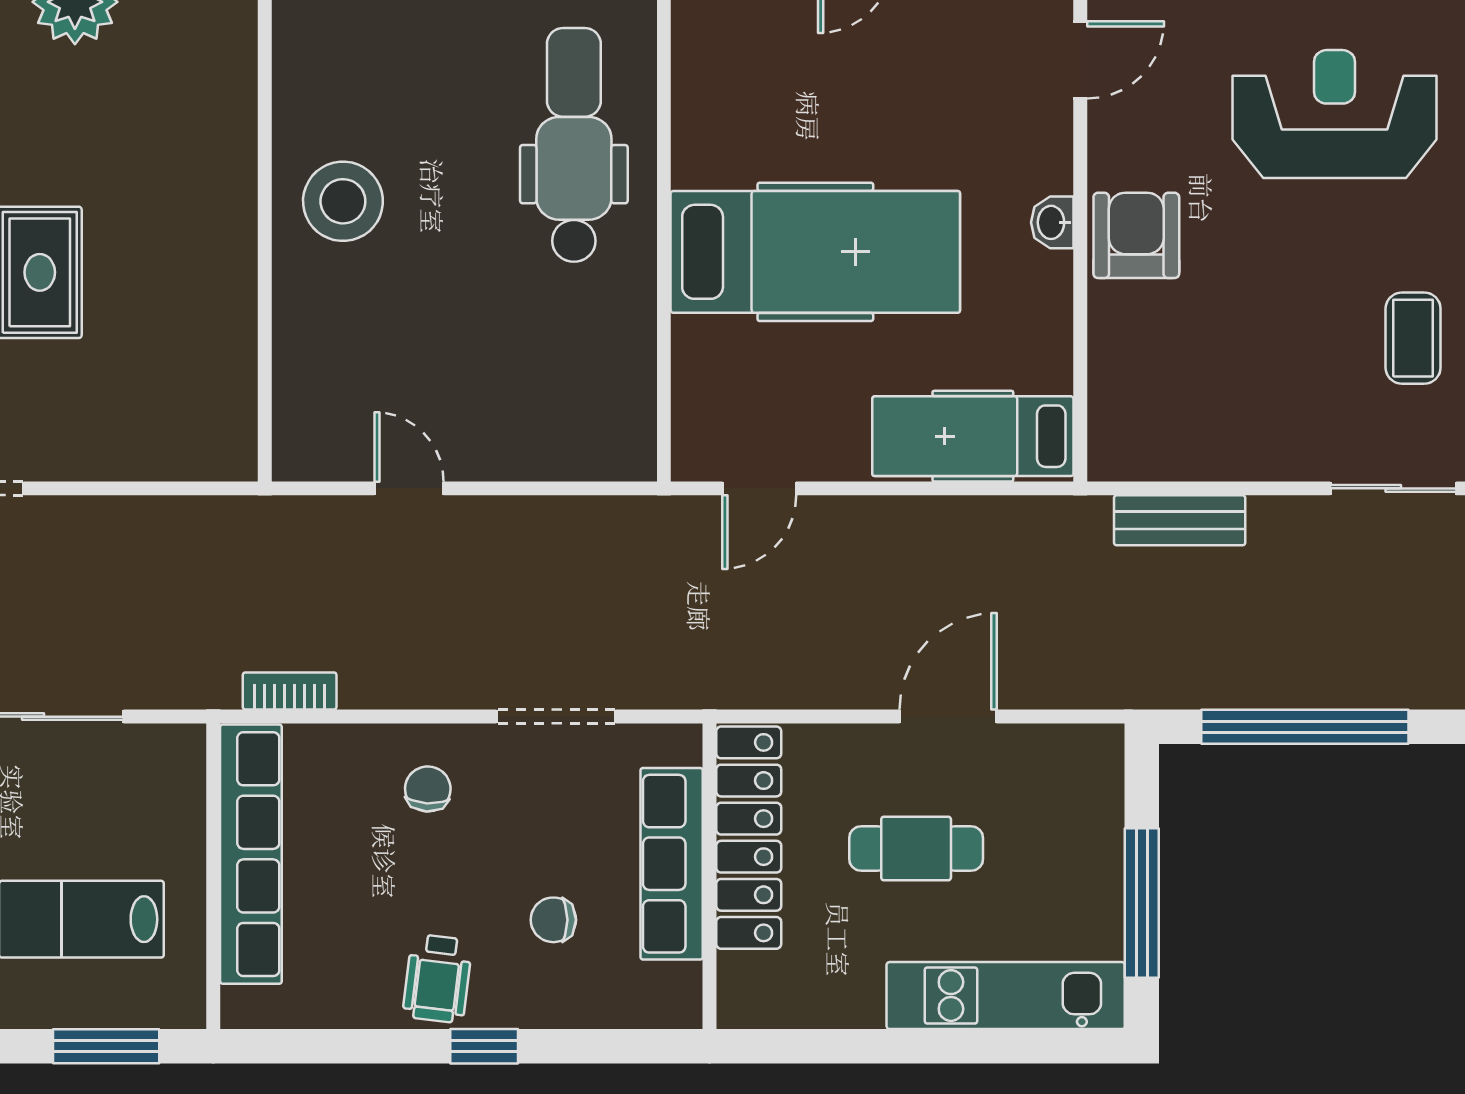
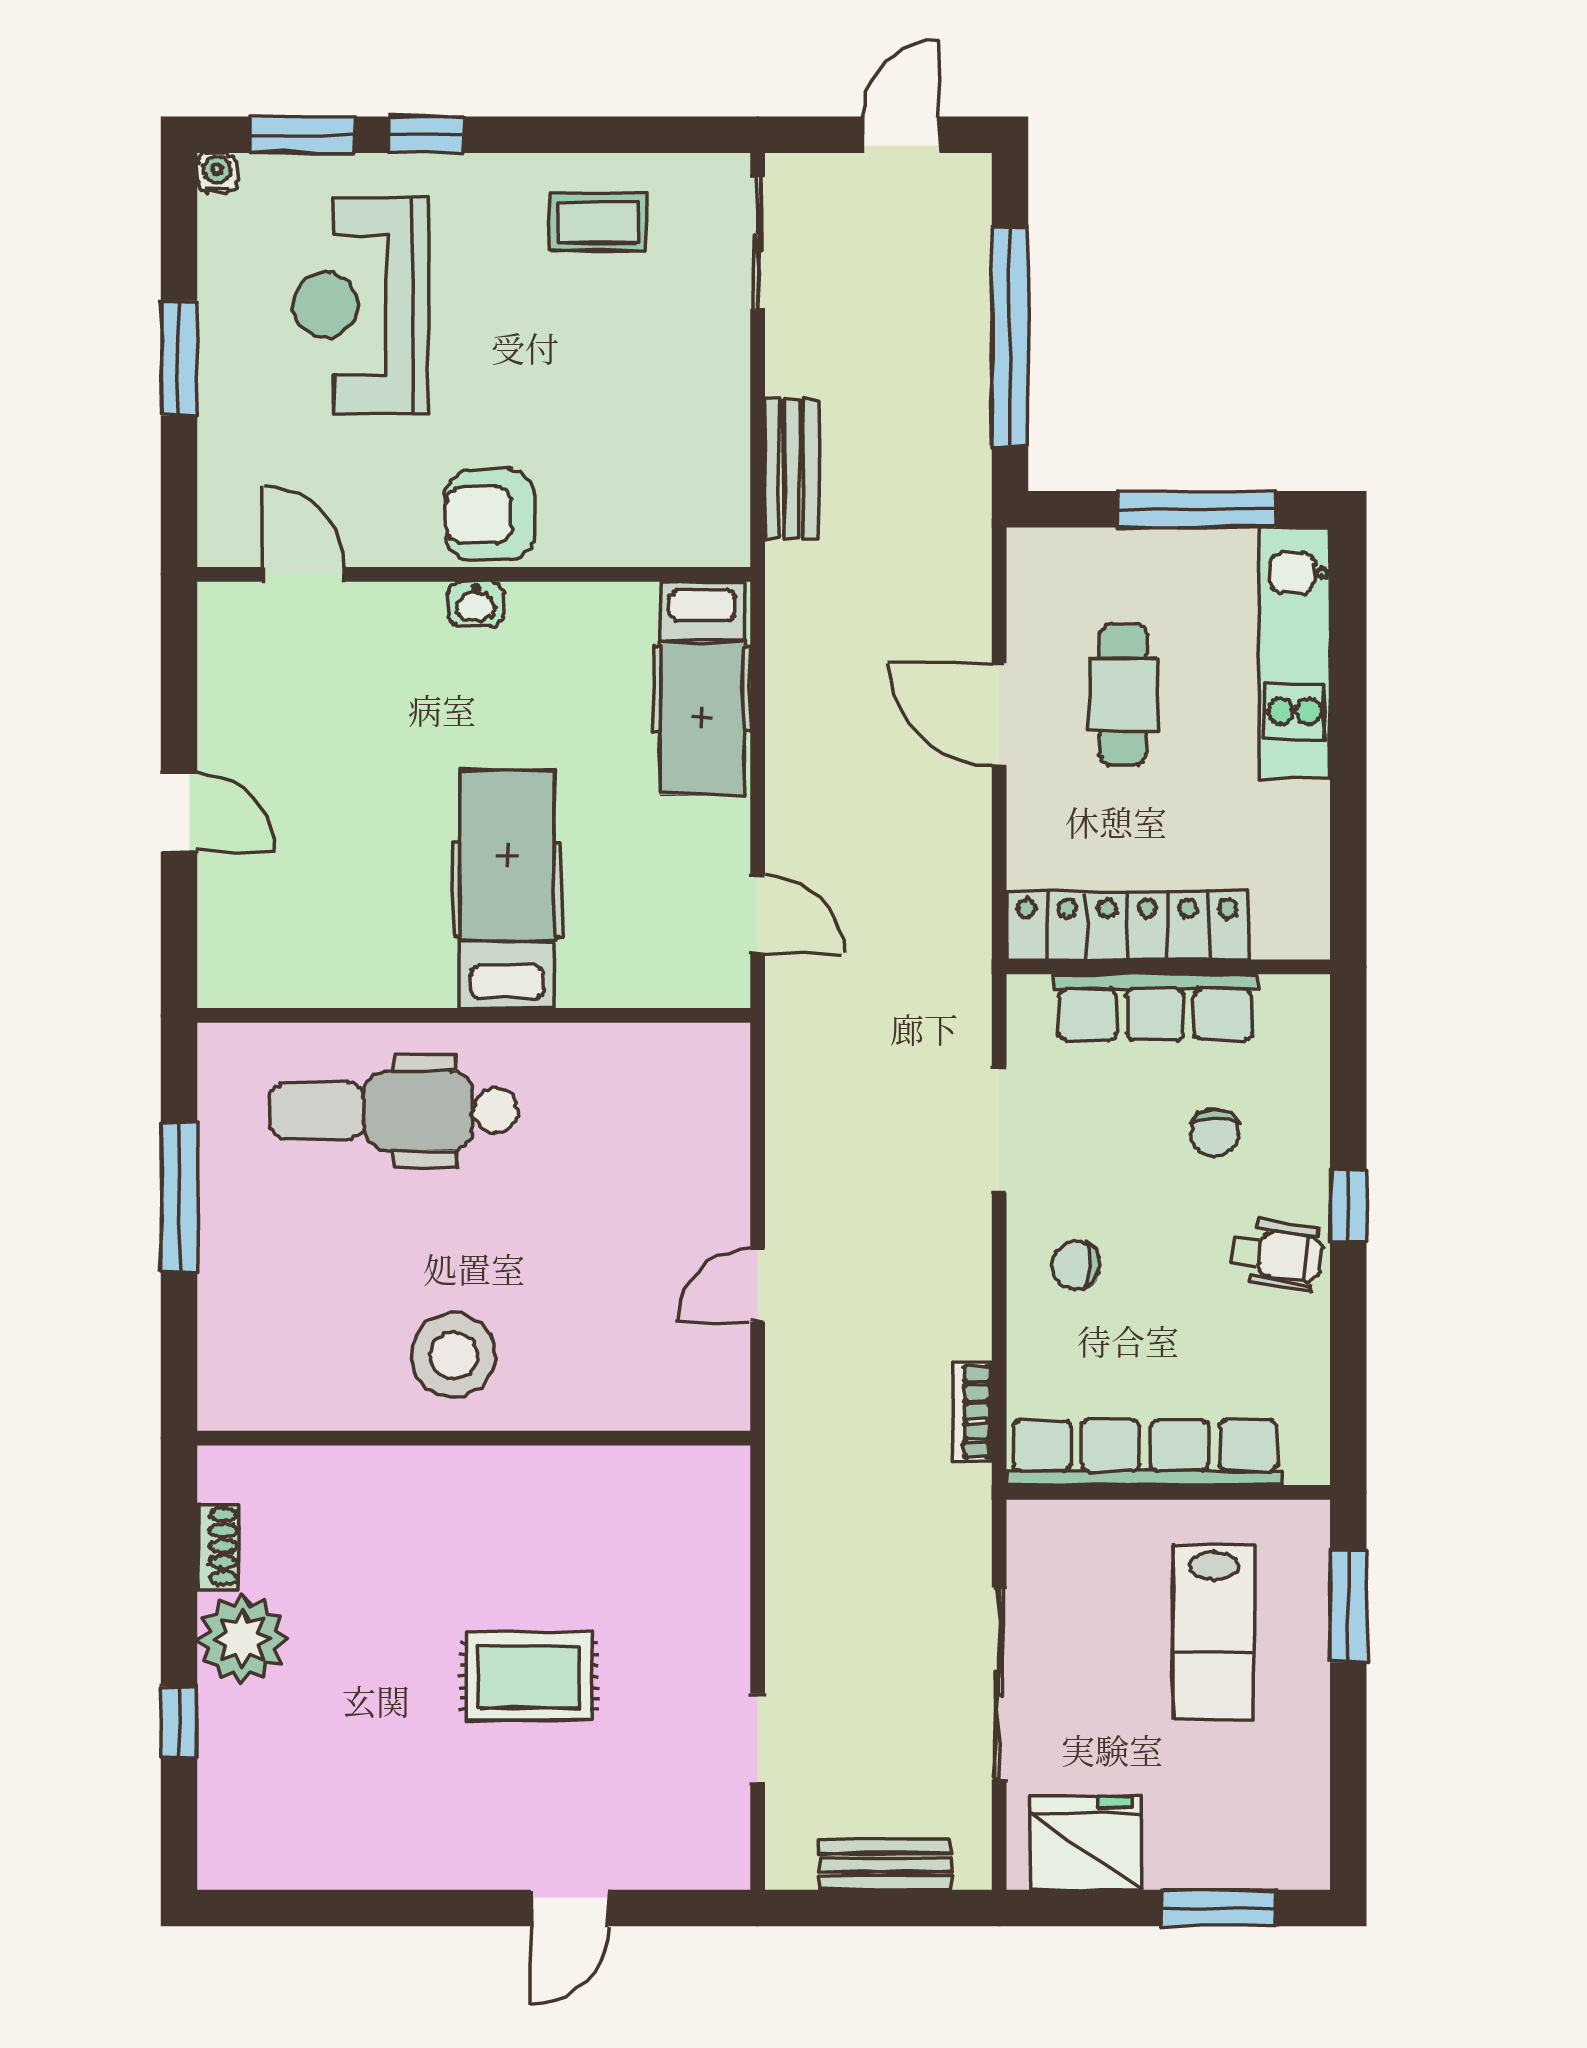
hospital bed: (815, 252) -> (507, 889), width x0.73, depth x0.78
cafe table: (916, 849) -> (1123, 694), moved

